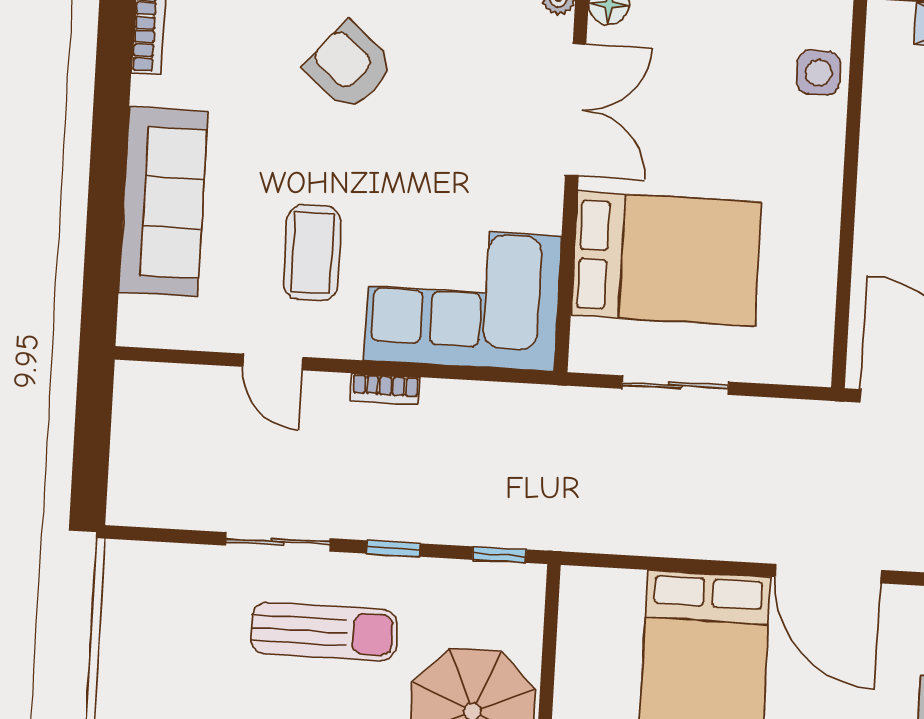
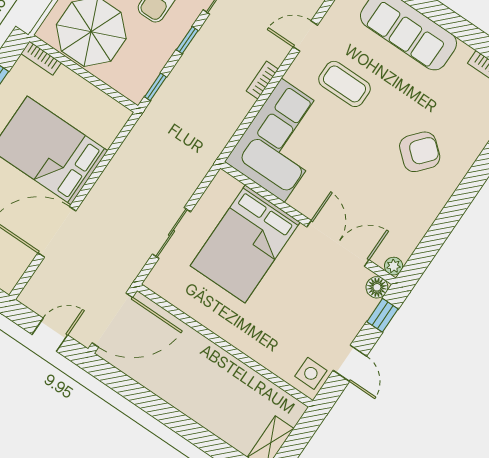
side table: (818, 73) -> (311, 373), moved
double door: (576, 110) -> (338, 243), swing flipped
sliding door: (675, 385) -> (172, 233), moved

